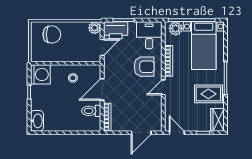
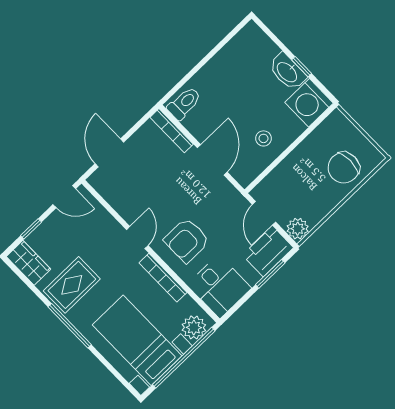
toilet: (91, 111) -> (184, 103), moved
washbasin: (37, 121) -> (287, 72), moved

